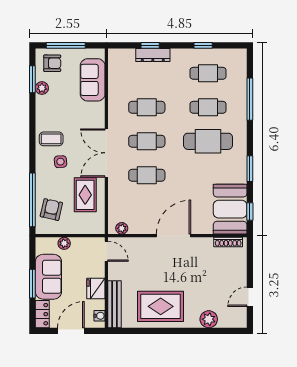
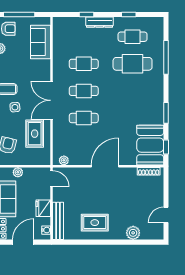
dresser: (153, 55) -> (100, 22), moved
cafe table: (208, 107) -> (133, 64), width x1.37, depth x1.35
cafe table: (208, 141) -> (133, 91), removed
rug: (161, 306) -> (95, 223), width x0.73, depth x0.70

